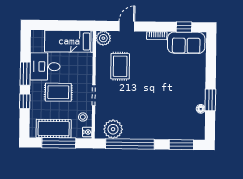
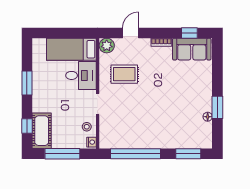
rug: (120, 66) -> (124, 74), turned 90
desk: (45, 67) -> (81, 75), moved, turned 180
rug: (58, 92) -> (61, 102), removed
window: (25, 101) -> (27, 126), moved
cot: (54, 129) -> (42, 131), moved, turned 90
plant: (113, 129) -> (118, 139), removed

